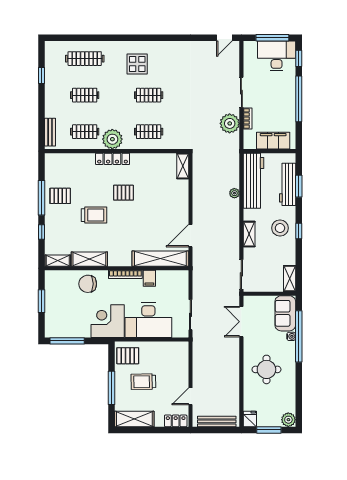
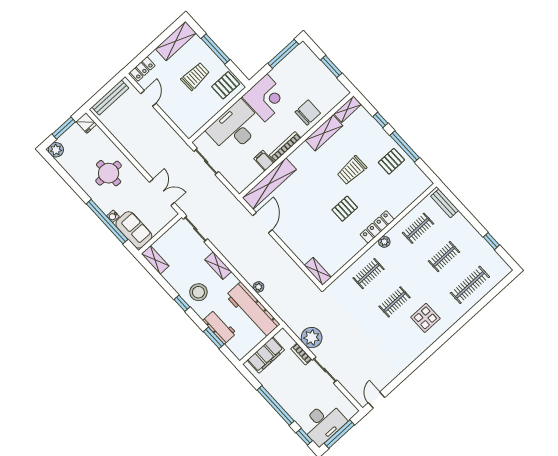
plant: (112, 139) -> (384, 242), width x0.53, depth x0.53
workbench: (288, 184) -> (219, 327), width x0.73

